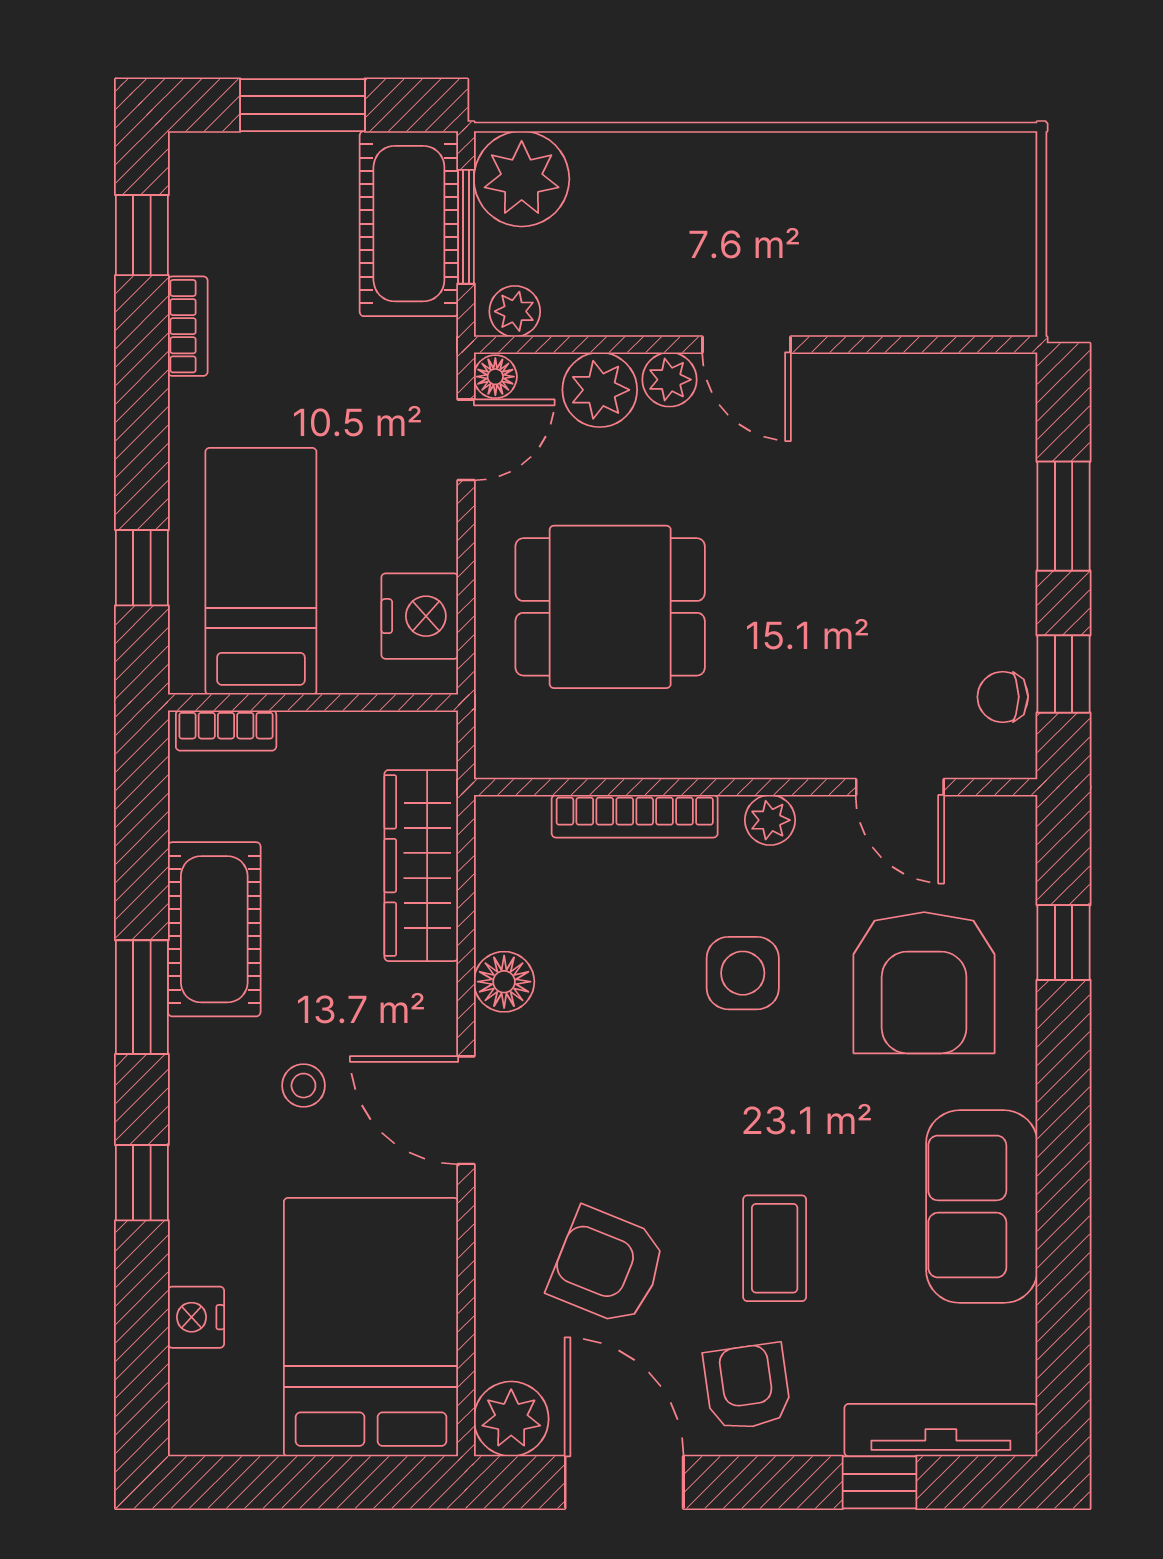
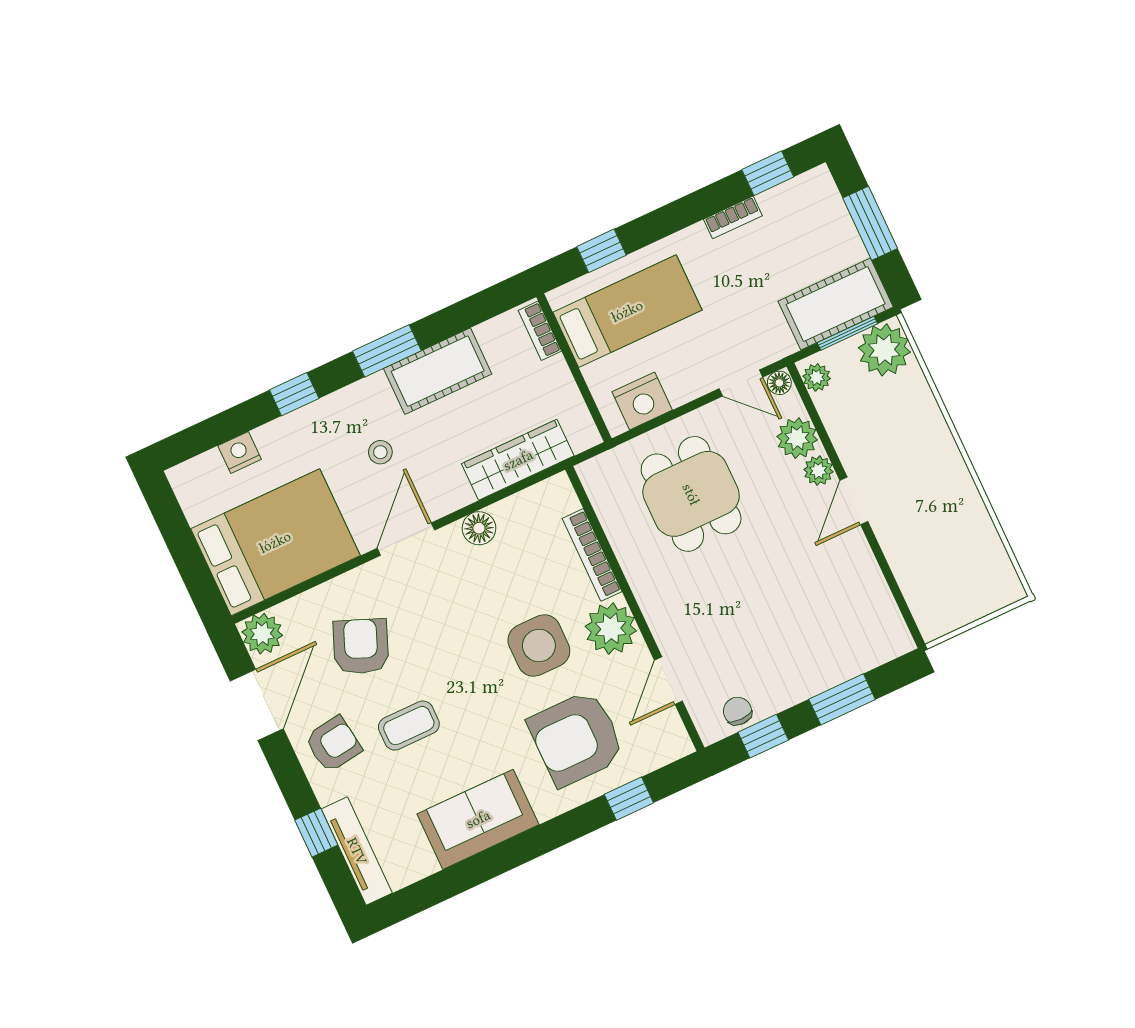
plant: (770, 820) -> (611, 629), width x1.88, depth x1.88
side table: (743, 973) -> (539, 645), width x1.37, depth x1.37

